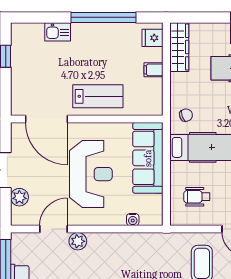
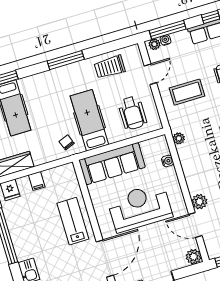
plant: (19, 197) -> (194, 257), moved
wheelchair: (197, 197) -> (132, 113), width x1.36, depth x1.37
plant: (154, 239) -> (179, 138), added

